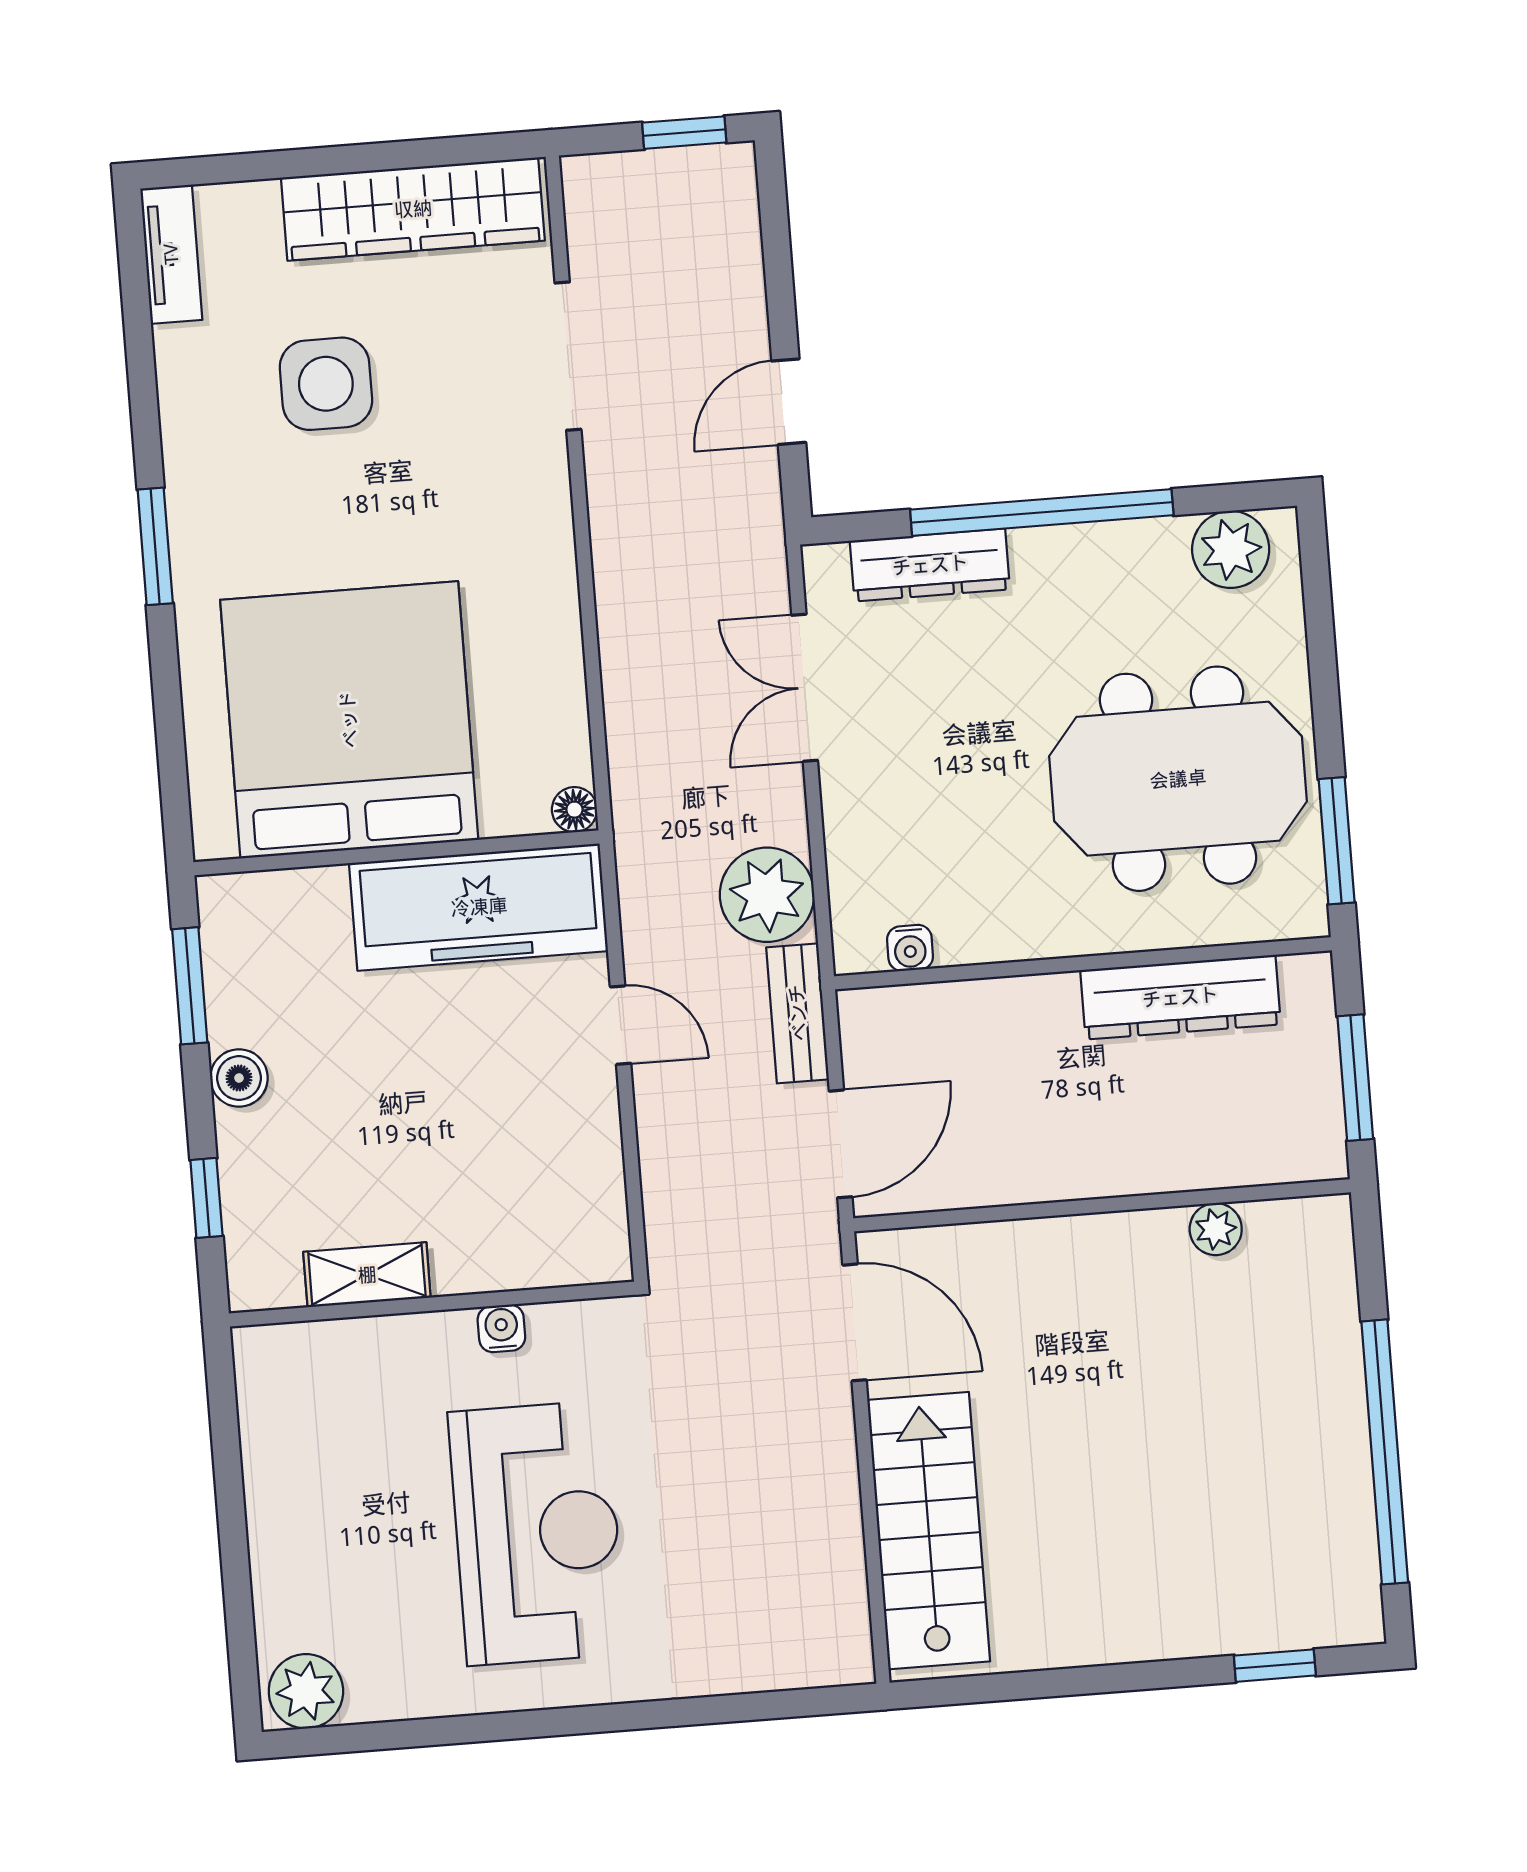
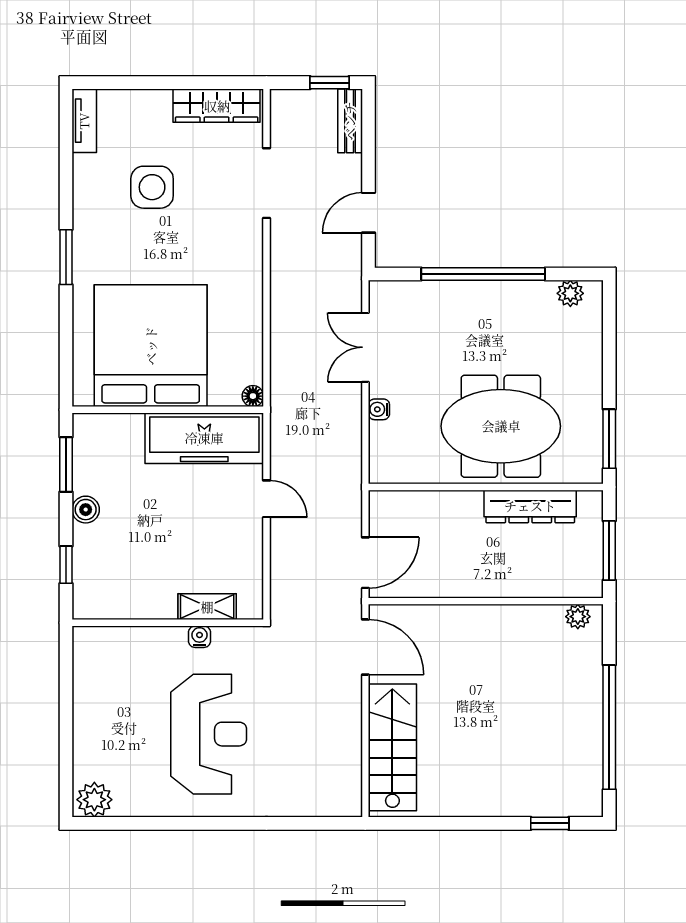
wardrobe: (413, 209) -> (217, 106), width x0.71, depth x0.85
plant: (1231, 549) -> (570, 293), width x0.73, depth x0.73
dresser: (930, 565) -> (429, 294), removed
meeting table: (1178, 779) -> (501, 426), moved
plant: (767, 895) -> (340, 443), removed
water cooler: (910, 948) -> (379, 409), moved, turned 90
bench: (798, 1013) -> (350, 121), moved
plant: (1216, 1229) -> (578, 617), moved
shelving: (367, 1275) -> (207, 607), moved

